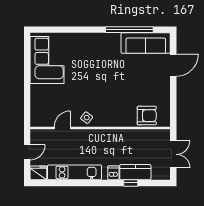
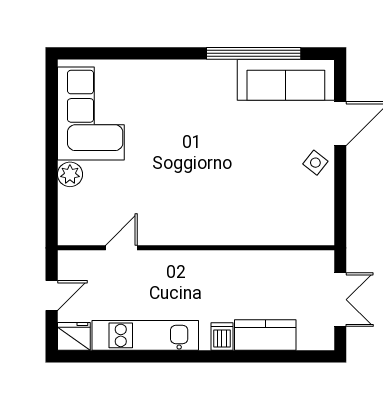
plant: (36, 91) -> (70, 174), added
armchair: (147, 116) -> (288, 223), removed
side table: (87, 118) -> (315, 163), moved
window: (131, 183) -> (256, 356), removed

